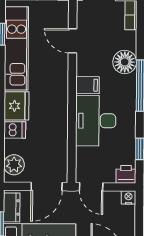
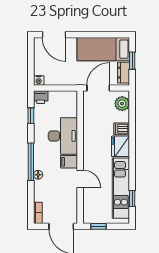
door: (73, 41) -> (80, 179), moved
floor lamp: (125, 62) -> (38, 175), width x0.53, depth x0.53
door: (91, 187) -> (66, 88), removed

